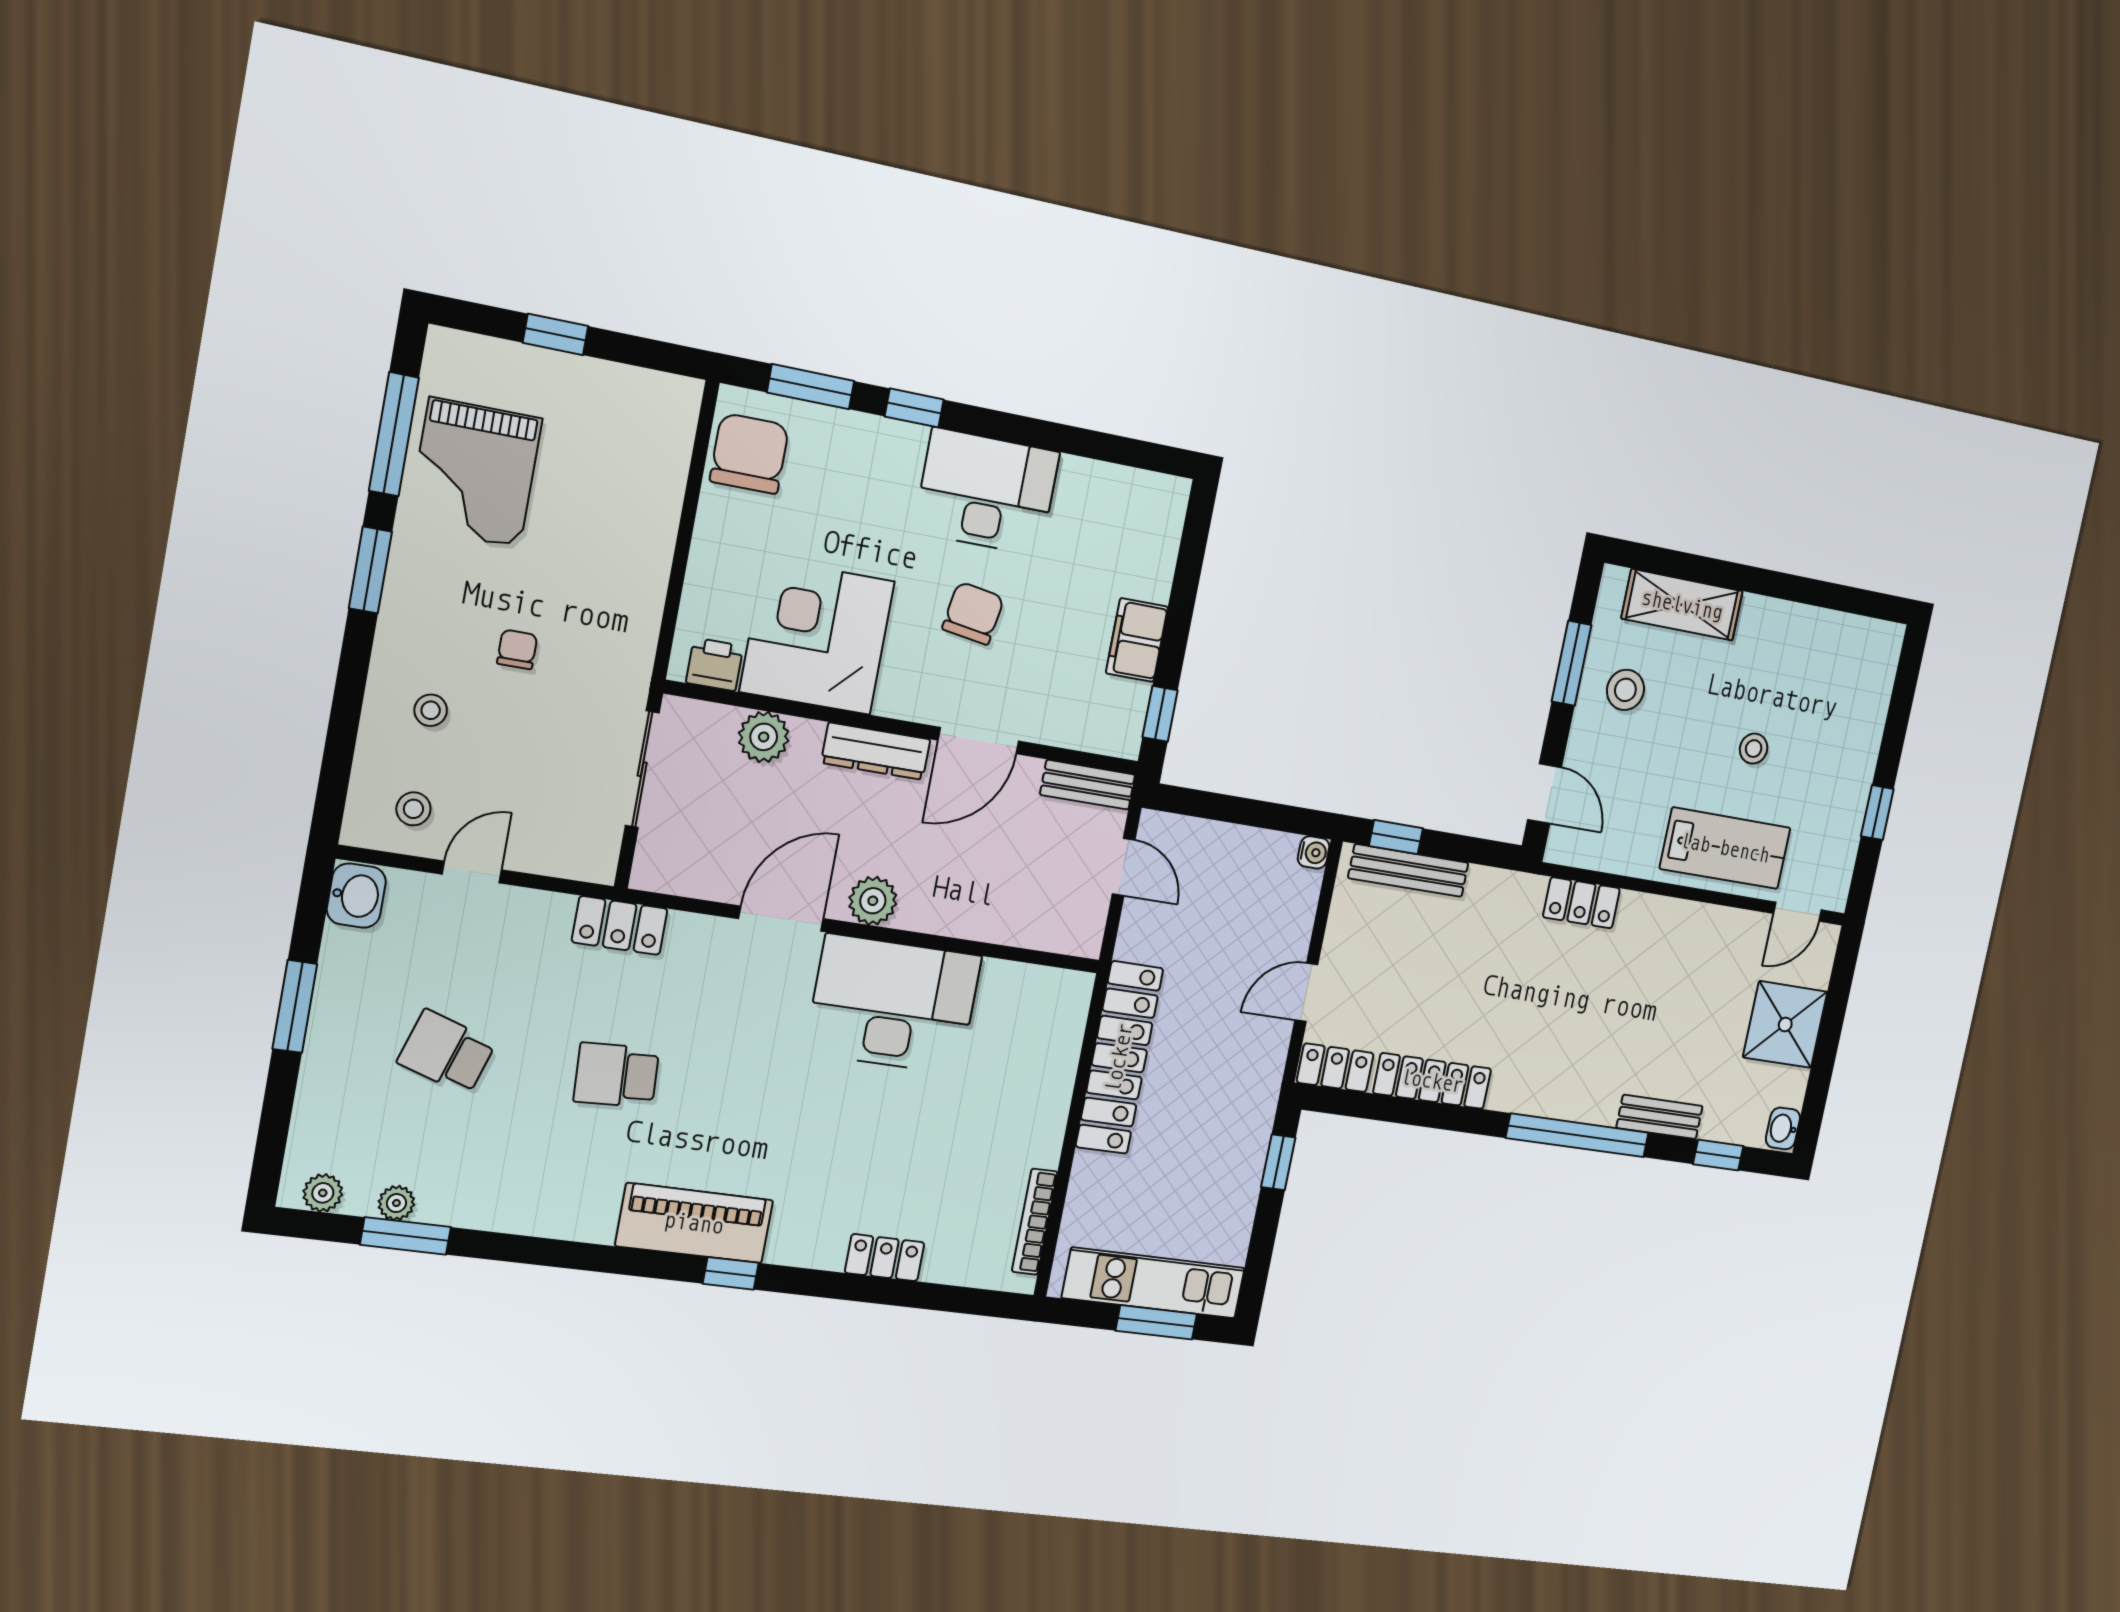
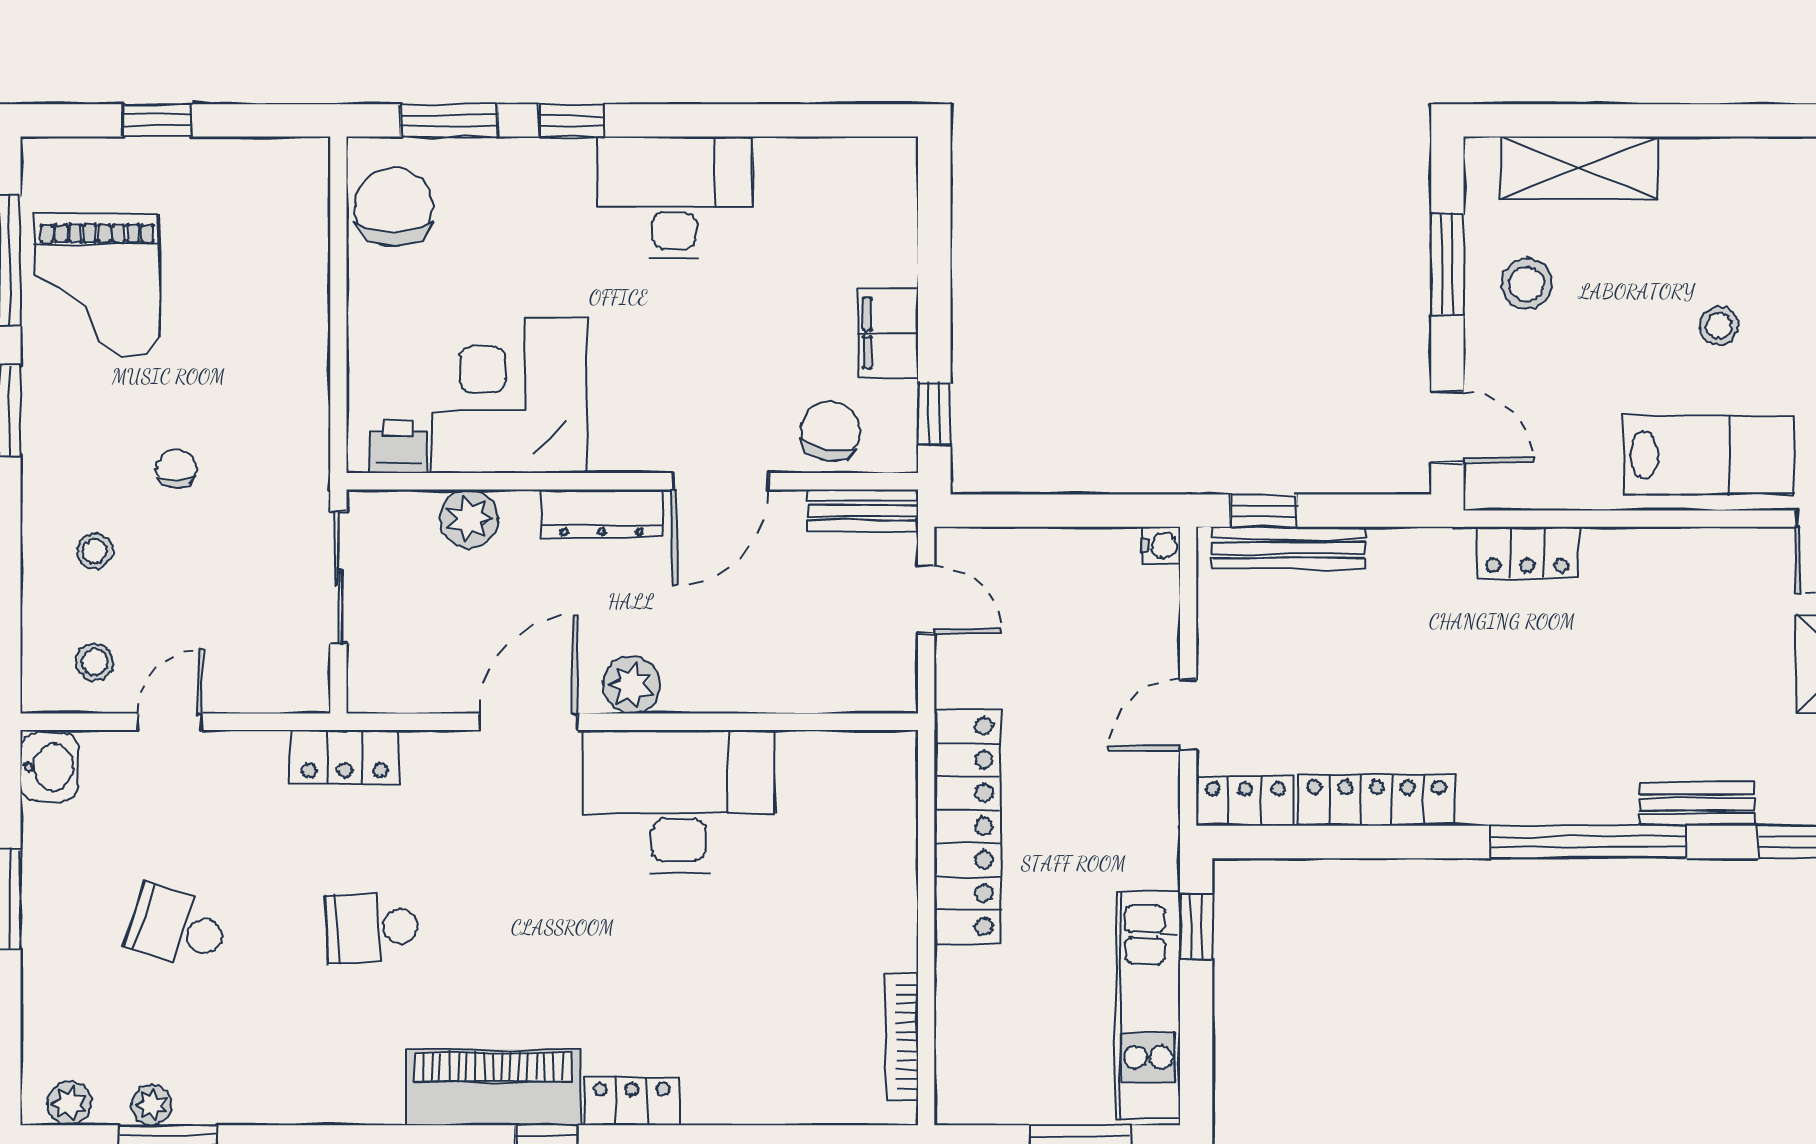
chair: (973, 613) -> (830, 432), moved
locker: (885, 1258) -> (632, 1101), moved
kitchen unit: (1154, 1283) -> (1148, 1005), moved, turned -90

